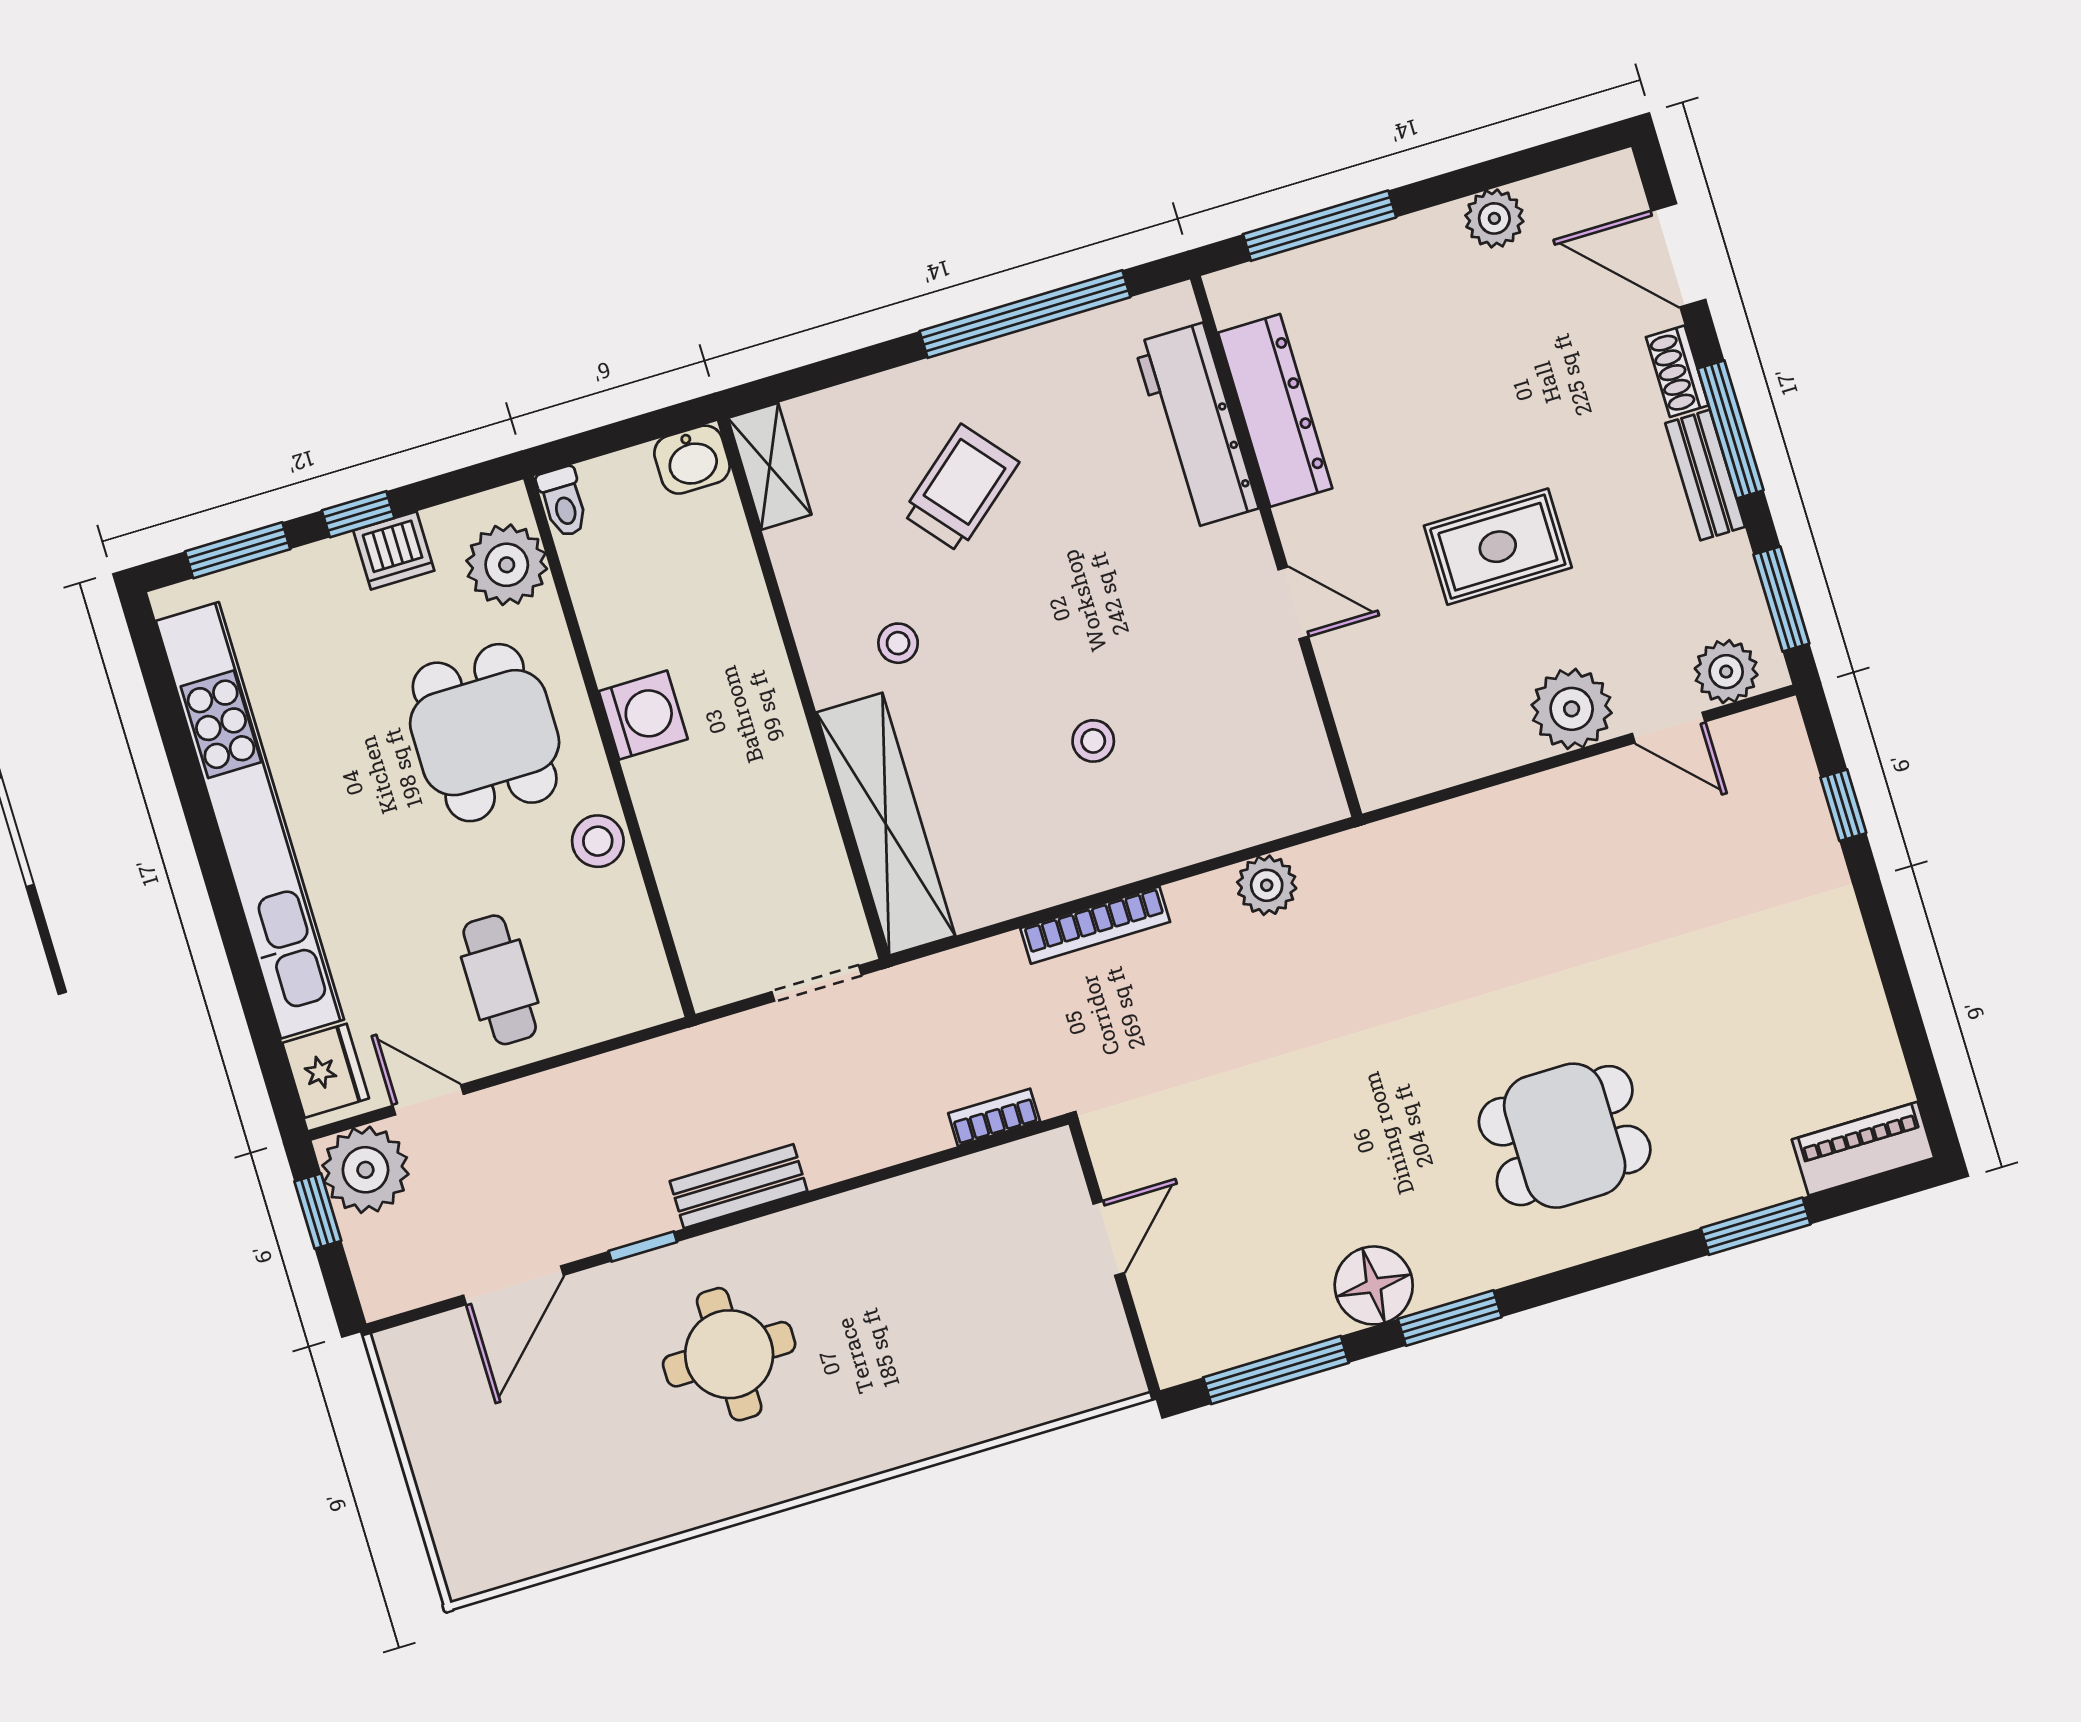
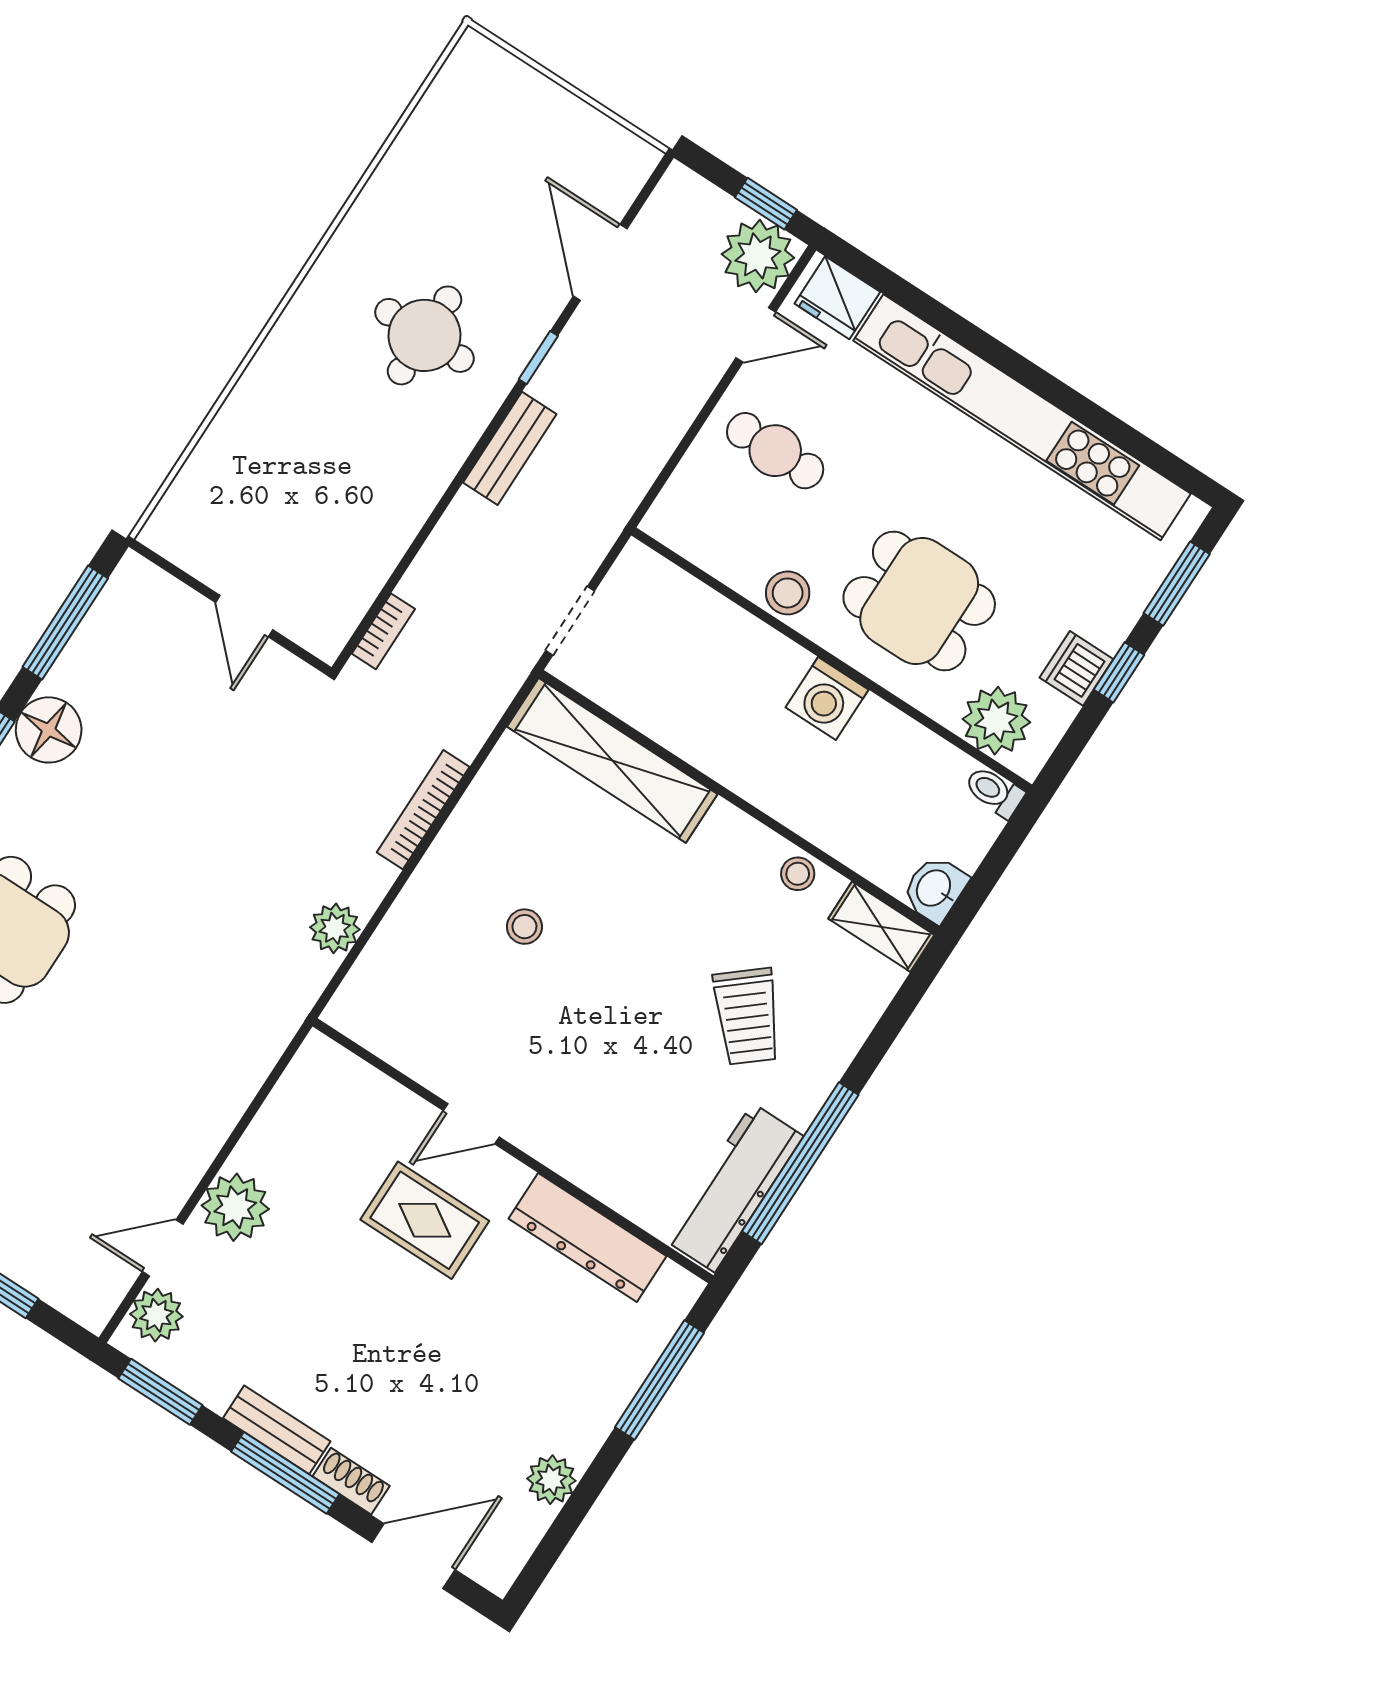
workbench: (1196, 426) -> (734, 1188), moved, turned -90
rug: (1498, 547) -> (425, 1220), moved, turned 90
stool: (898, 643) -> (798, 874), moved

